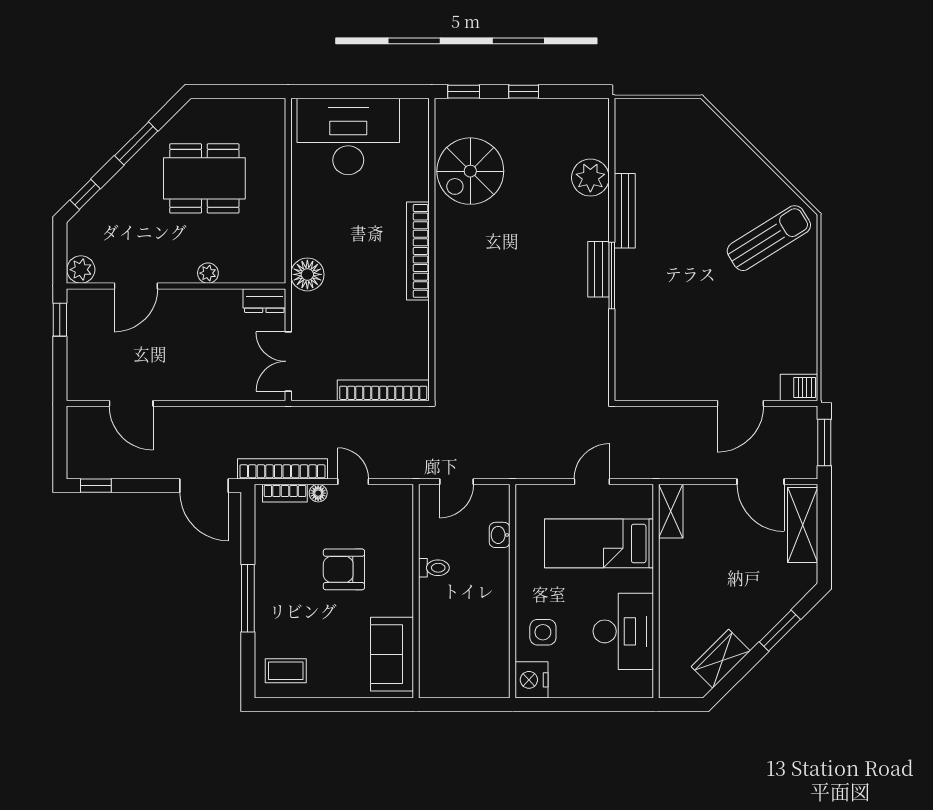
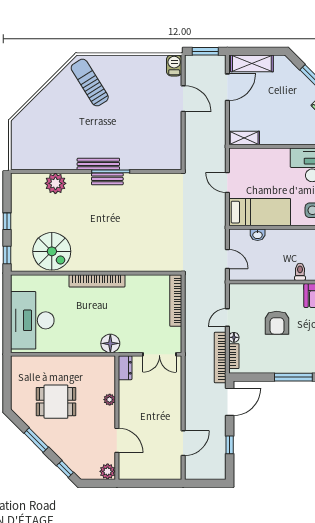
dining table: (204, 178) -> (56, 402), width x0.73
bench: (625, 211) -> (98, 164), moved
window: (60, 320) -> (136, 483), removed
window: (96, 486) -> (230, 445), moved
bed: (599, 543) -> (260, 212), moved, turned -90
toilet: (434, 568) -> (300, 272), moved

